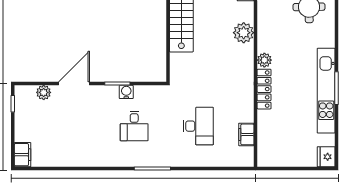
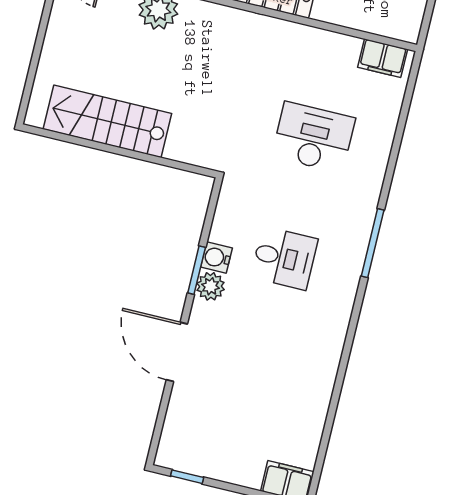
plant: (44, 92) -> (211, 286), moved
filing cabinet: (246, 134) -> (383, 58), moved

